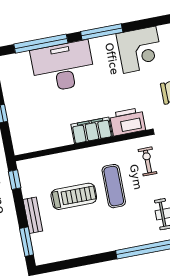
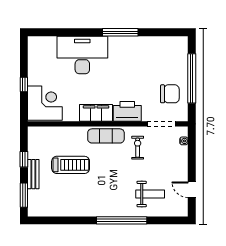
window: (41, 44) -> (68, 32), removed
corner desk: (140, 50) -> (45, 103), moved, turned -90
window: (15, 180) -> (24, 159), moved
exercise mat: (114, 186) -> (106, 136), moved, turned 90

